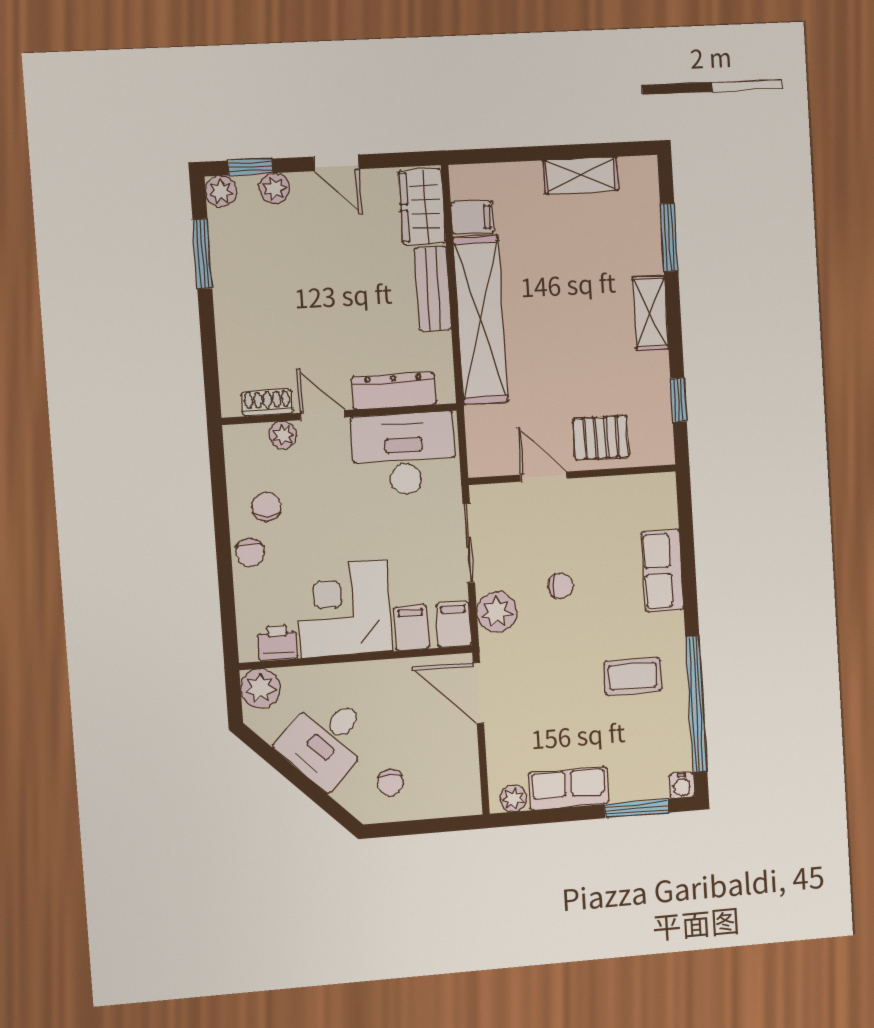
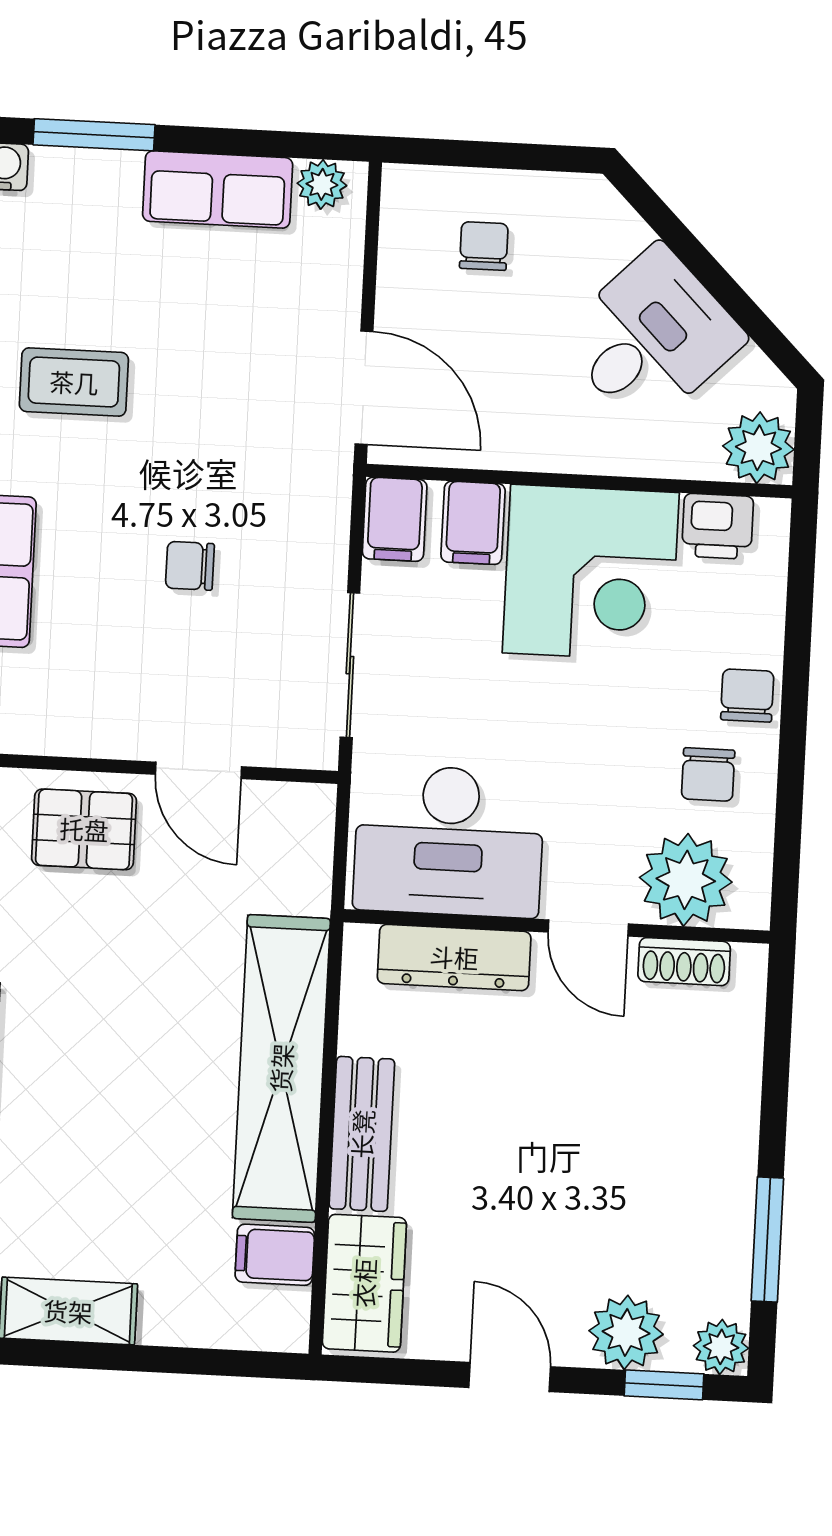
plant: (274, 188) -> (626, 1332), width x1.38, depth x1.38
plant: (283, 435) -> (686, 880), width x1.88, depth x1.88
plant: (497, 612) -> (313, 532), removed
chair: (390, 783) -> (484, 246), moved

